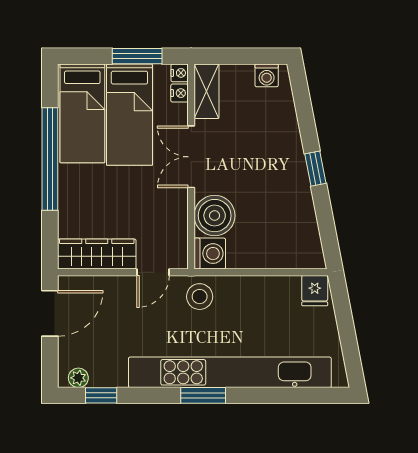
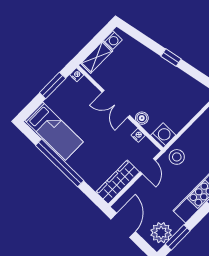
shelving: (207, 91) -> (97, 57), moved, turned 90
nightstand: (179, 93) -> (138, 135), moved
bed: (129, 115) -> (74, 112), removed
boiler: (215, 216) -> (142, 118), width x0.54, depth x0.54
plant: (78, 378) -> (161, 233), width x1.88, depth x1.88
window: (101, 395) -> (178, 237), width x1.50

